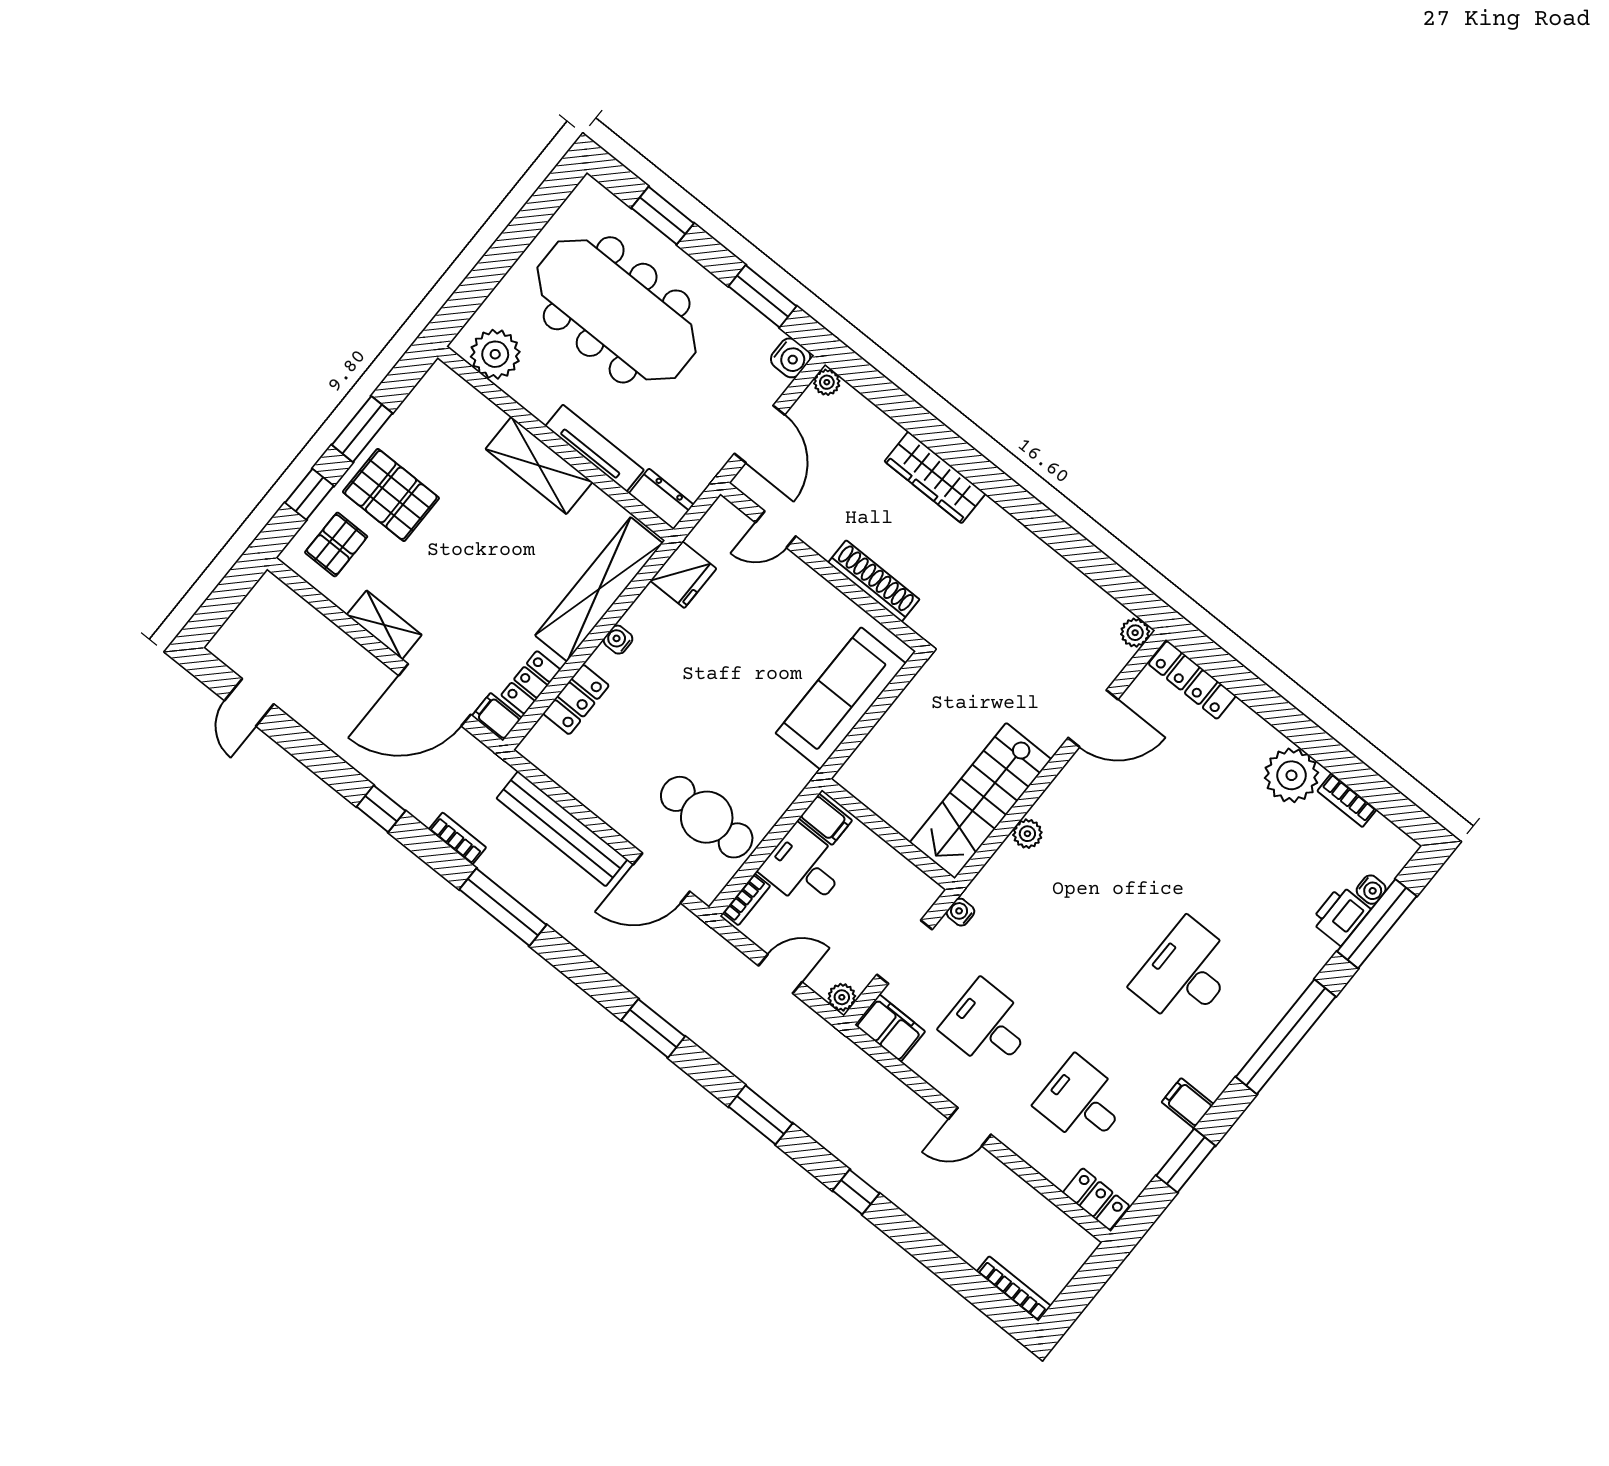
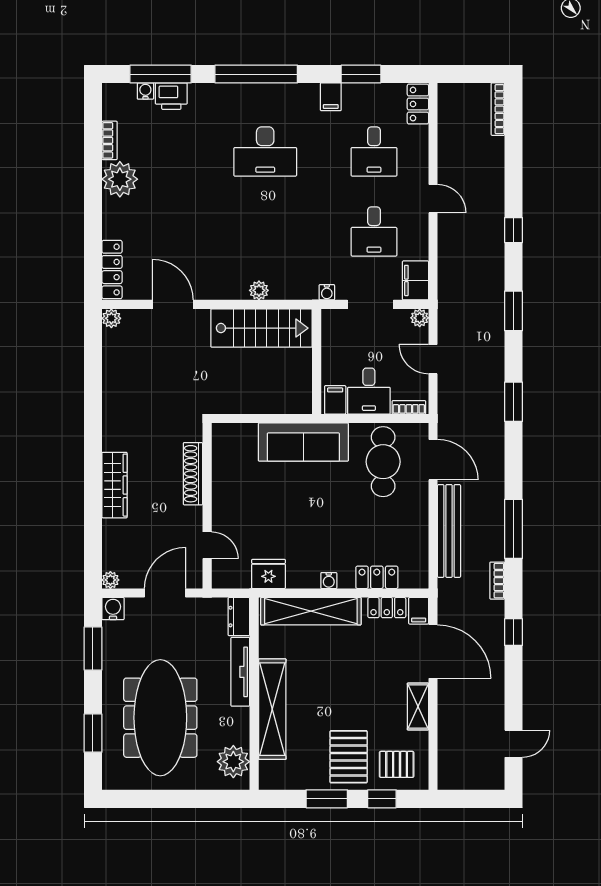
shelving: (539, 465) -> (272, 709), width x1.47
sofa: (841, 698) -> (303, 442), moved

